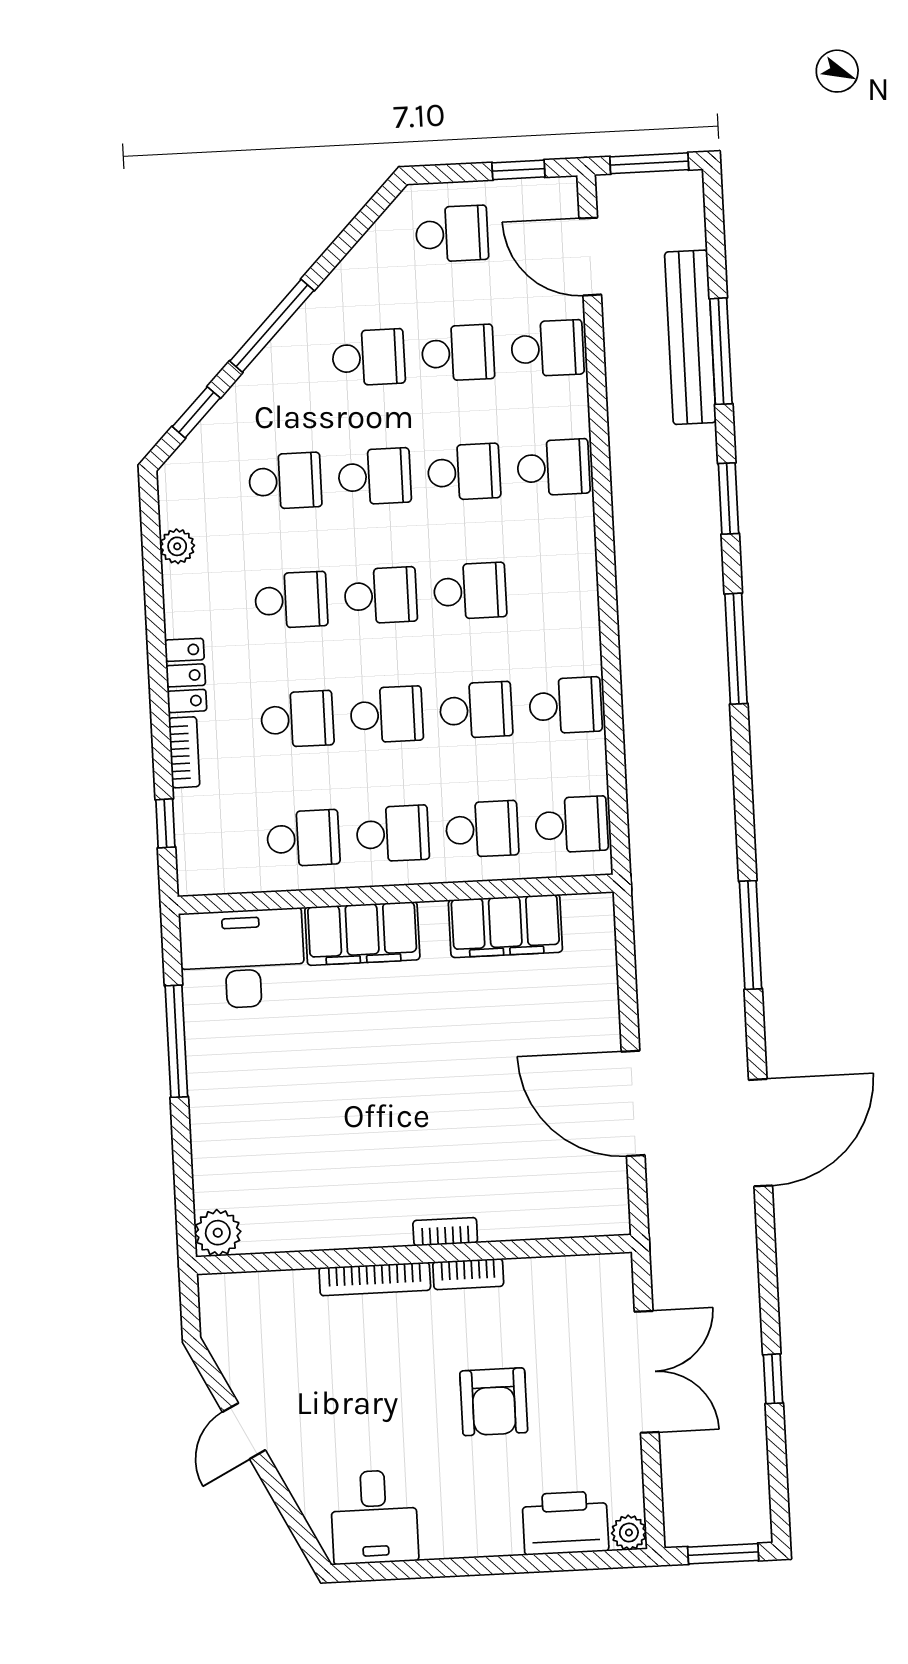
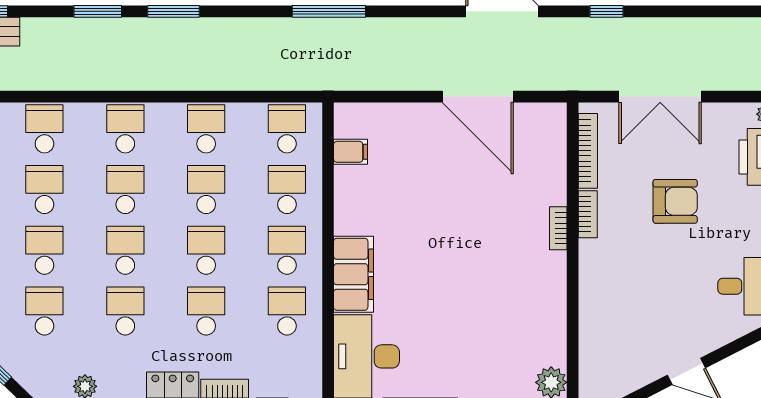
window: (728, 498) -> (98, 11), moved
school desk: (559, 587) -> (125, 129), added
window: (736, 649) -> (173, 11), width x0.69
filing cabinet: (505, 926) -> (351, 152), width x0.33, depth x0.86
window: (751, 935) -> (329, 11), moved
door: (633, 1103) -> (478, 97), hinge flipped
bookcase: (375, 1279) -> (588, 151), moved
double door: (647, 1372) -> (660, 97), swing flipped
window: (773, 1379) -> (606, 11), moved

